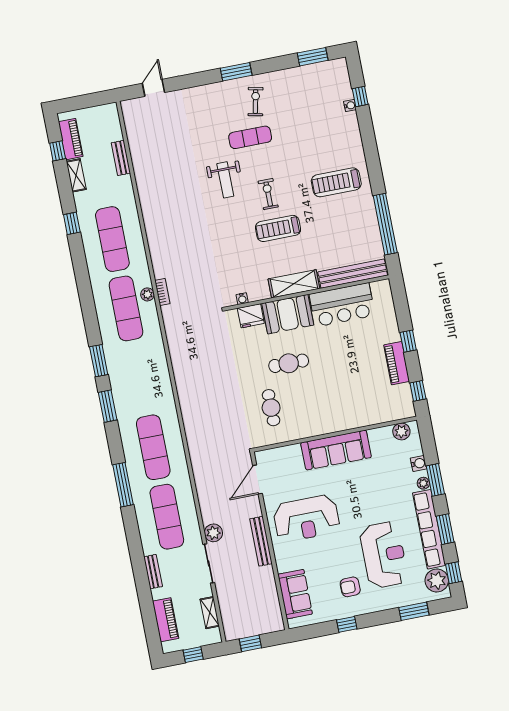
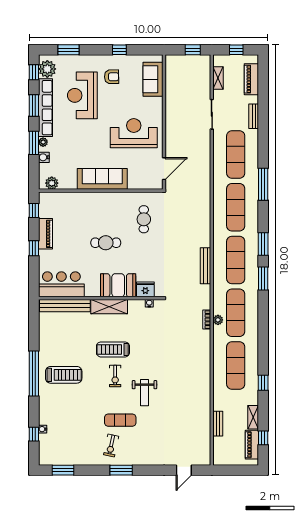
weight bench: (225, 180) -> (144, 393), turned 180
window: (385, 224) -> (34, 373), moved
treadmill: (278, 228) -> (113, 349), turned 180
bar counter: (342, 305) -> (61, 284), moved
cafe table: (289, 363) -> (106, 243), moved
exercise mat: (140, 378) -> (236, 260), added
plant: (213, 533) -> (204, 136), removed
bench: (261, 541) -> (206, 266), moved

